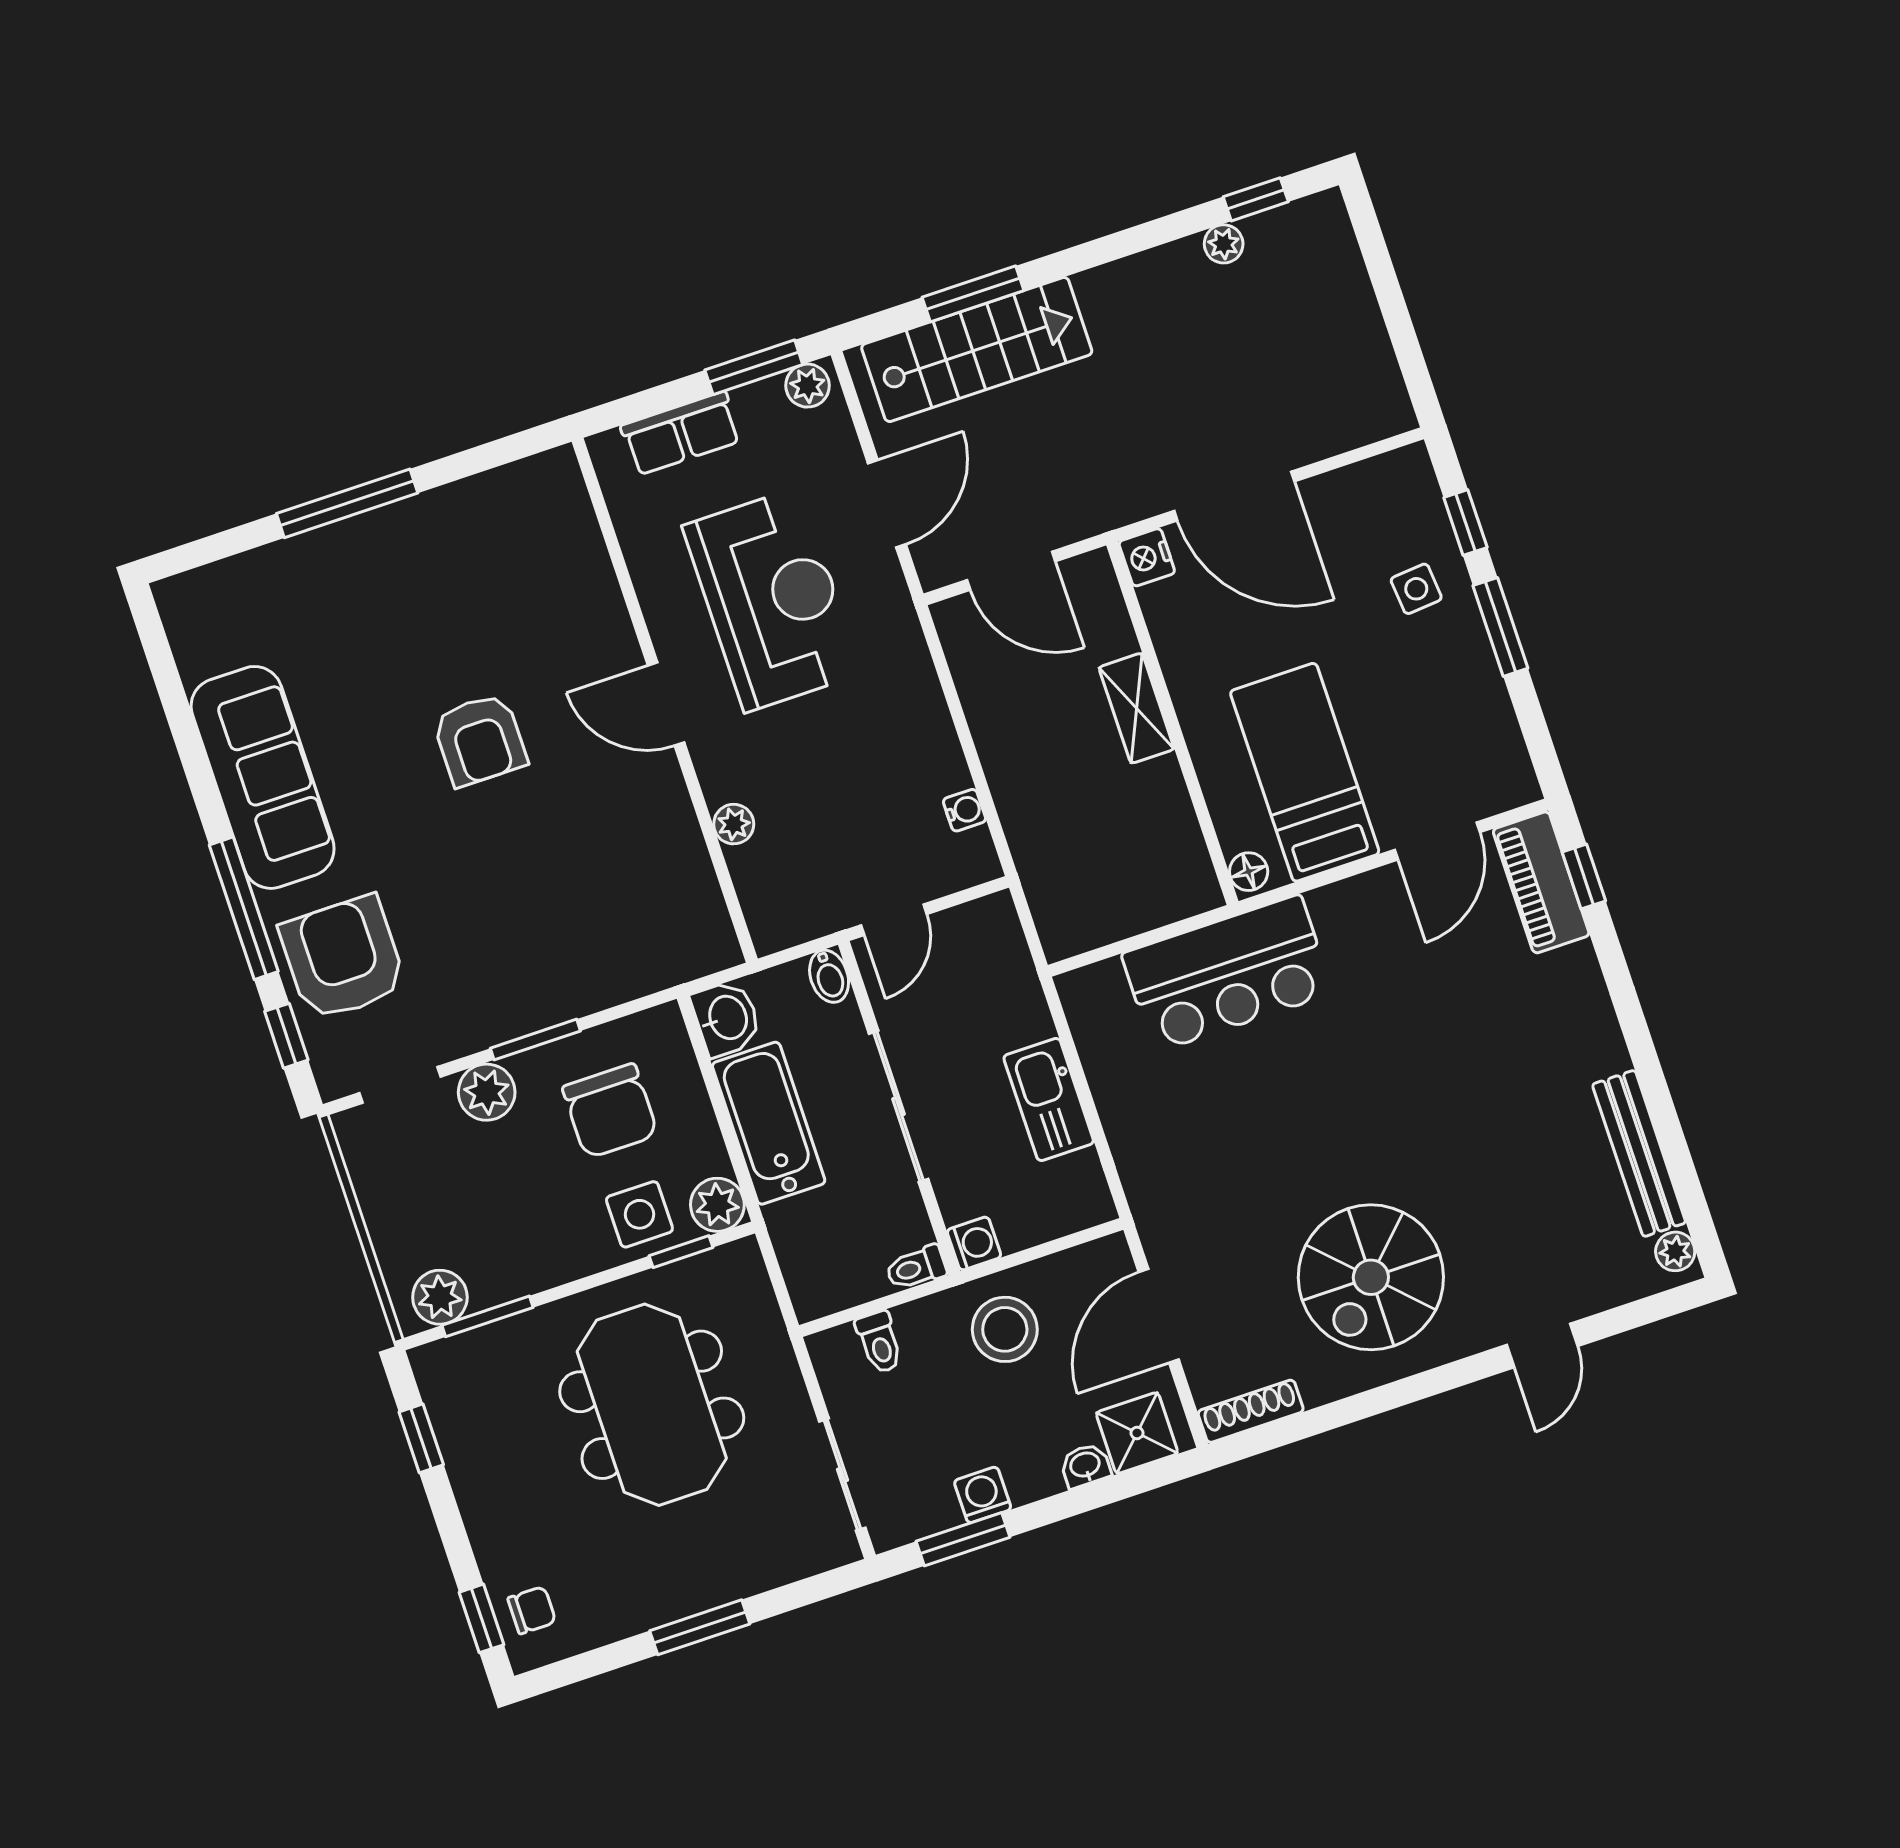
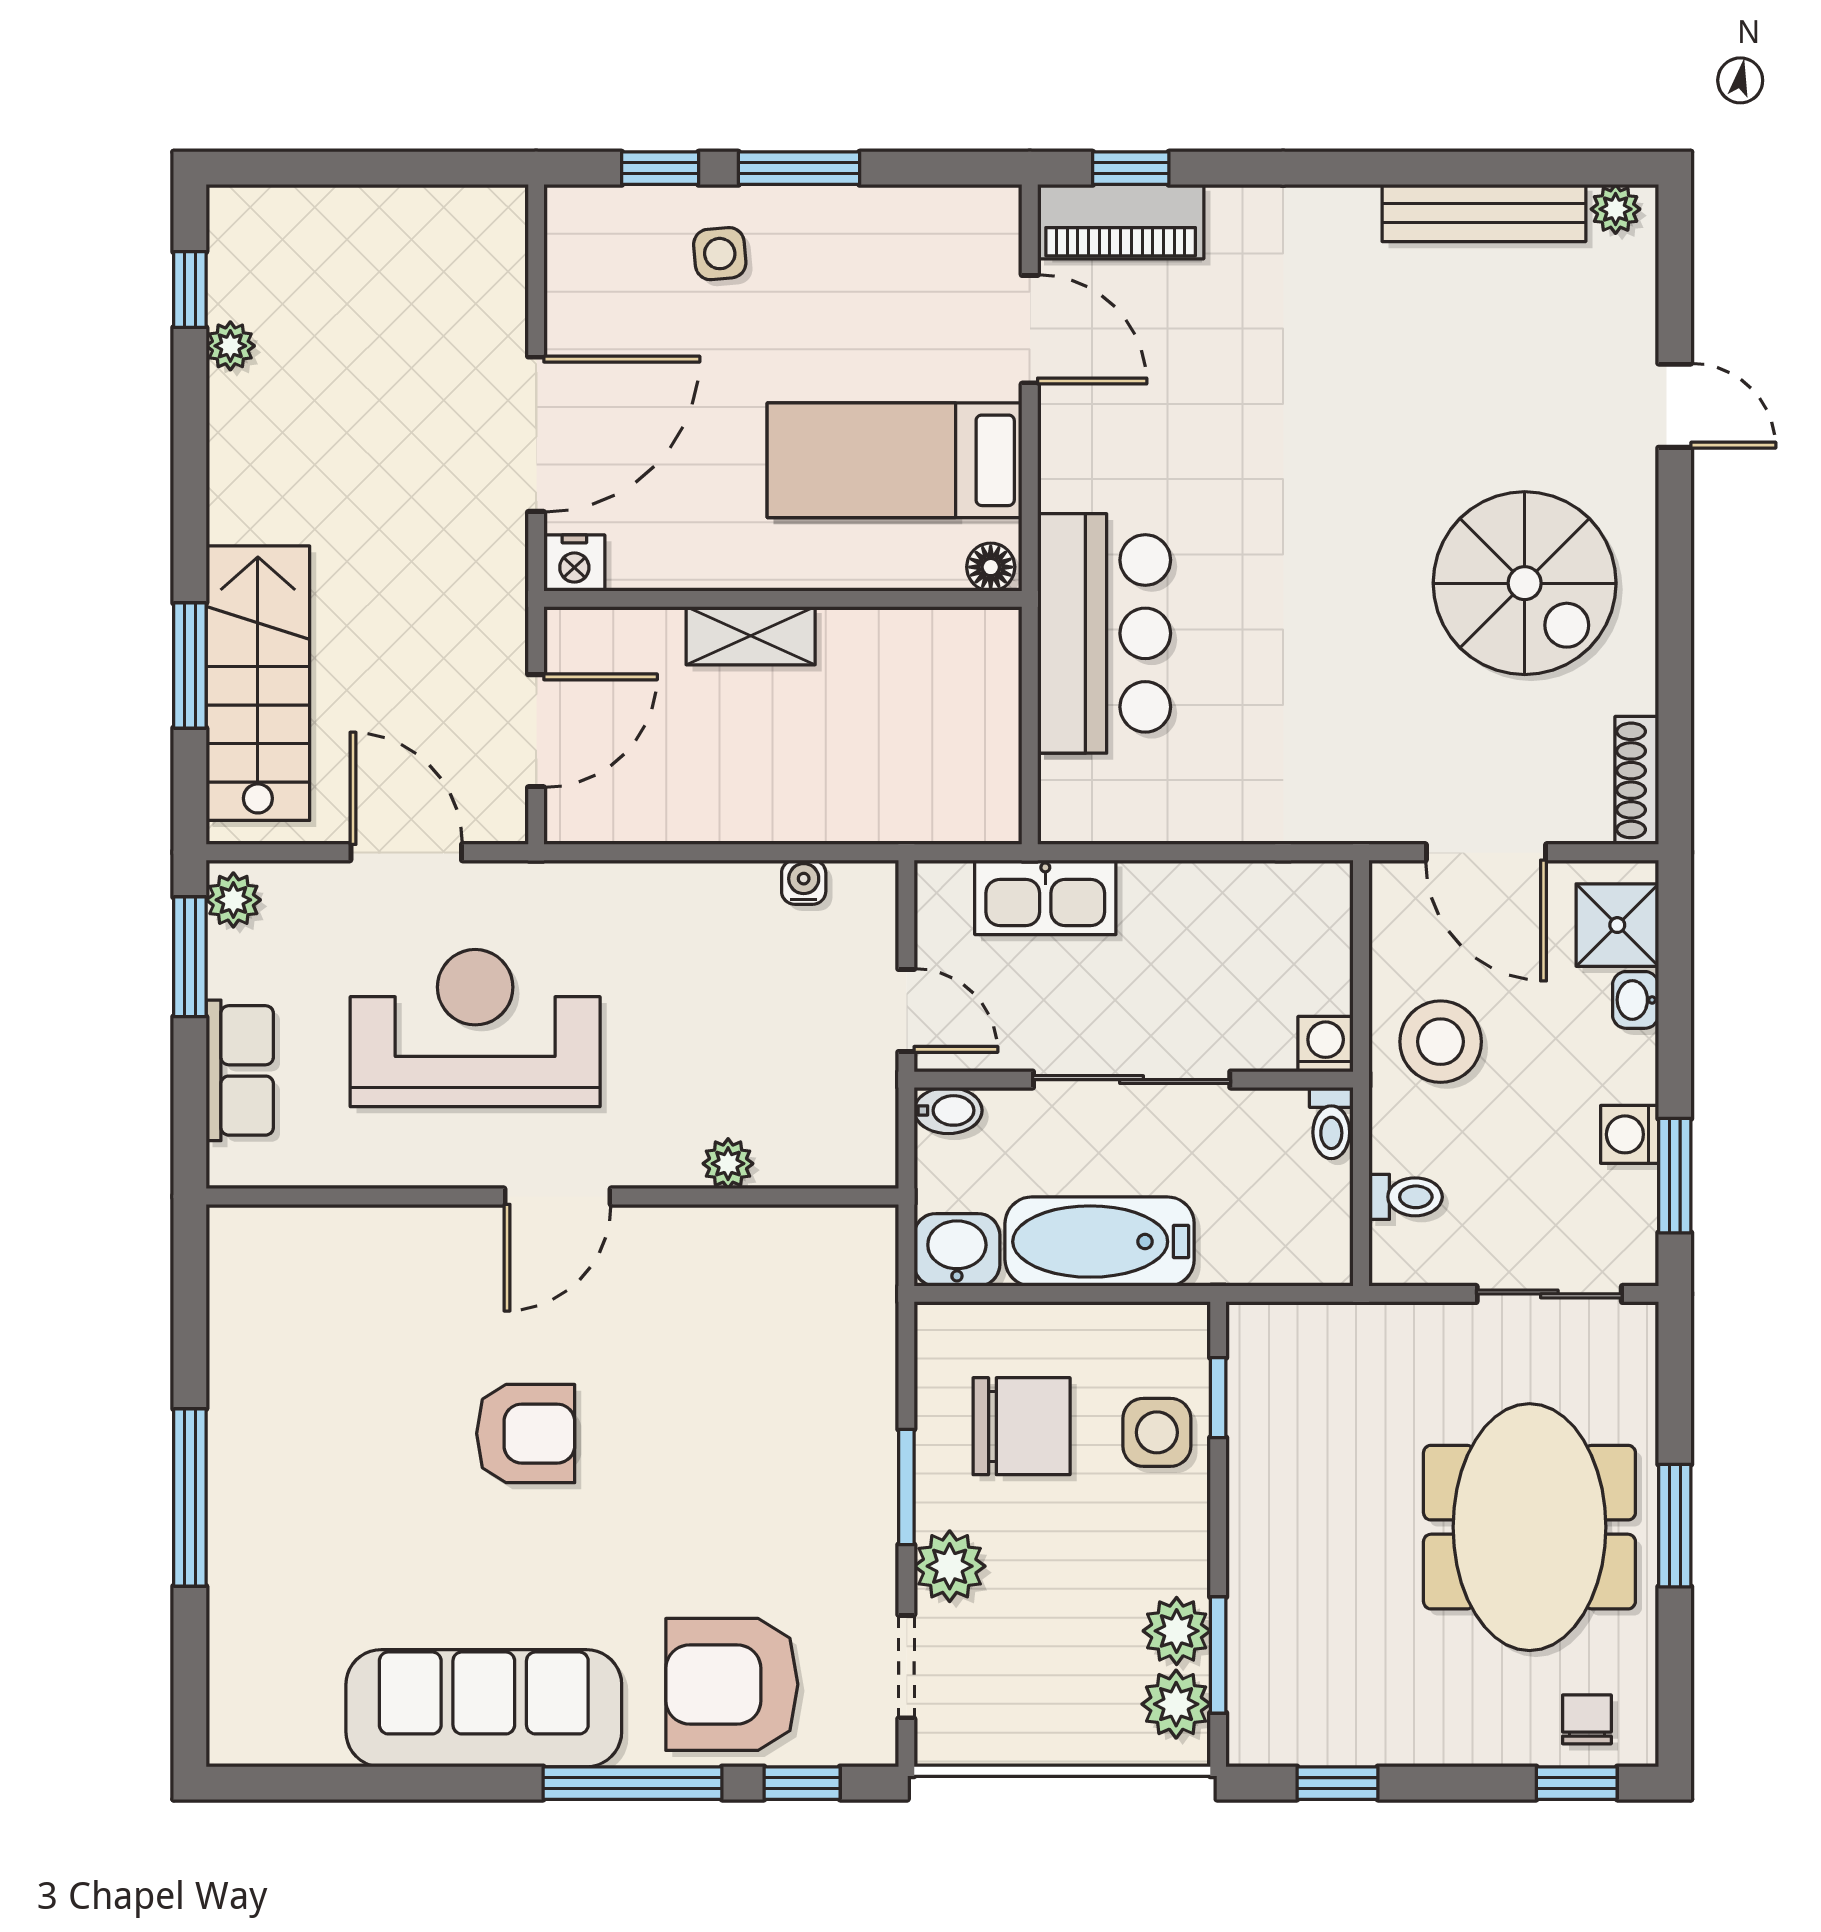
kitchen sink: (1049, 1099) -> (1045, 897), moved
plant: (717, 1205) -> (1177, 1631), moved
meeting table: (652, 1405) -> (1529, 1527), moved, turned 90

